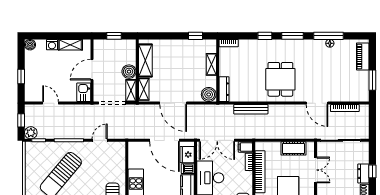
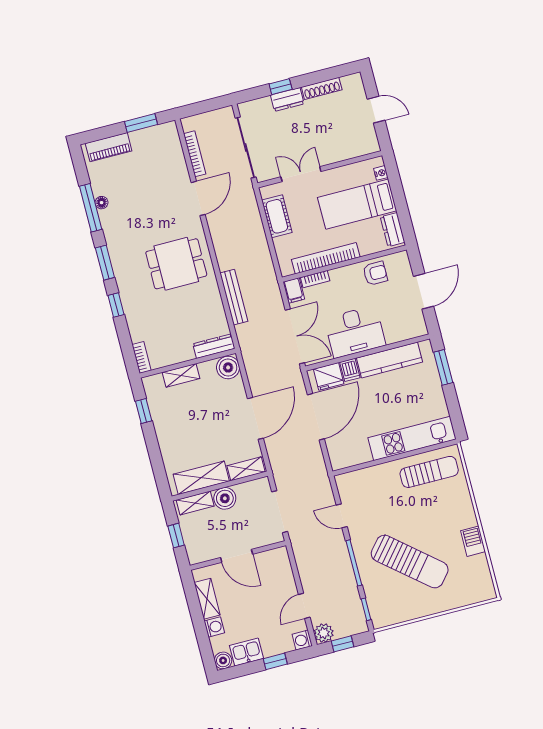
shelving: (131, 91) -> (195, 503), moved
kitchen sink: (84, 92) -> (247, 652), moved, turned 180
washing machine: (30, 96) -> (302, 640), added
plant: (31, 133) -> (324, 633), moved

